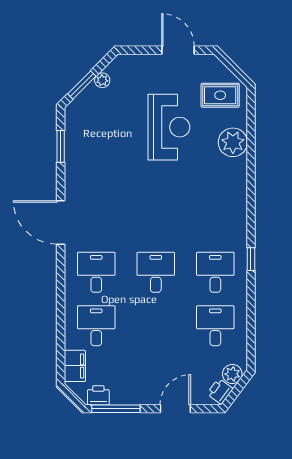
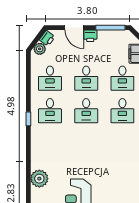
plant: (233, 142) -> (39, 179), moved
desk: (156, 326) -> (86, 78), added
printer: (98, 395) -> (90, 36), moved
door: (175, 409) -> (74, 28), hinge flipped

